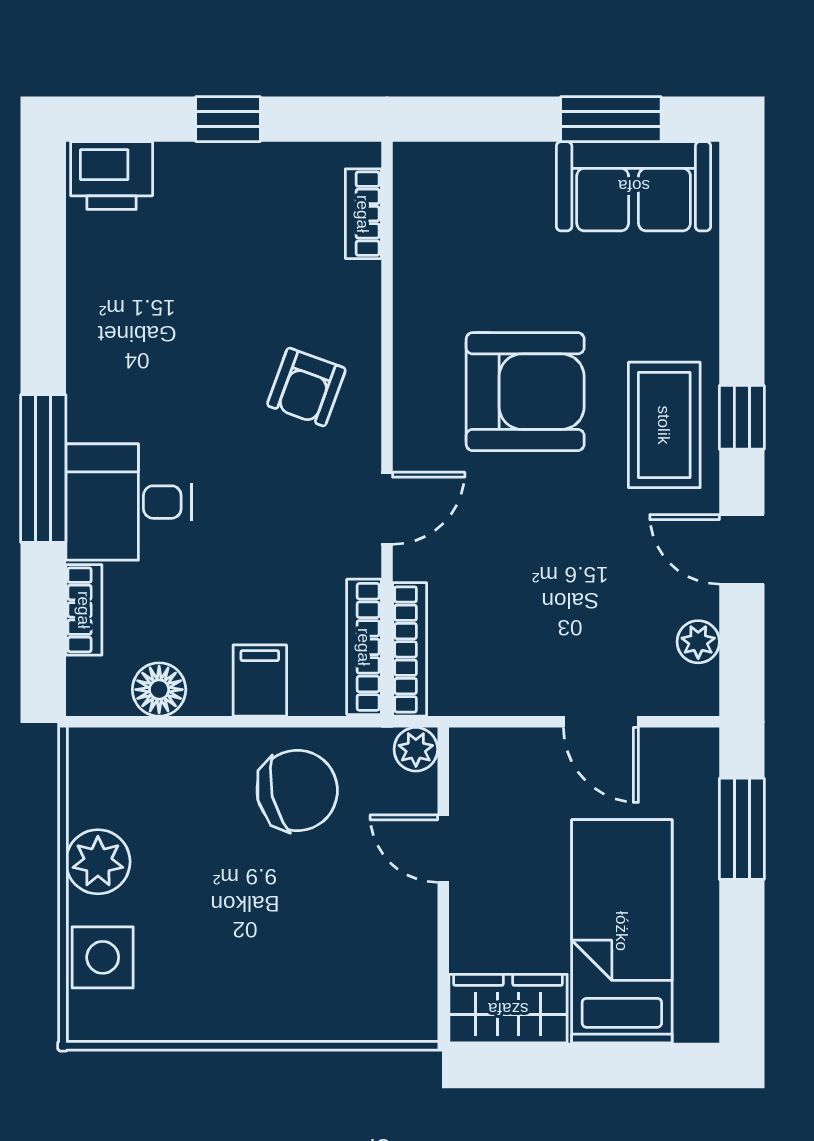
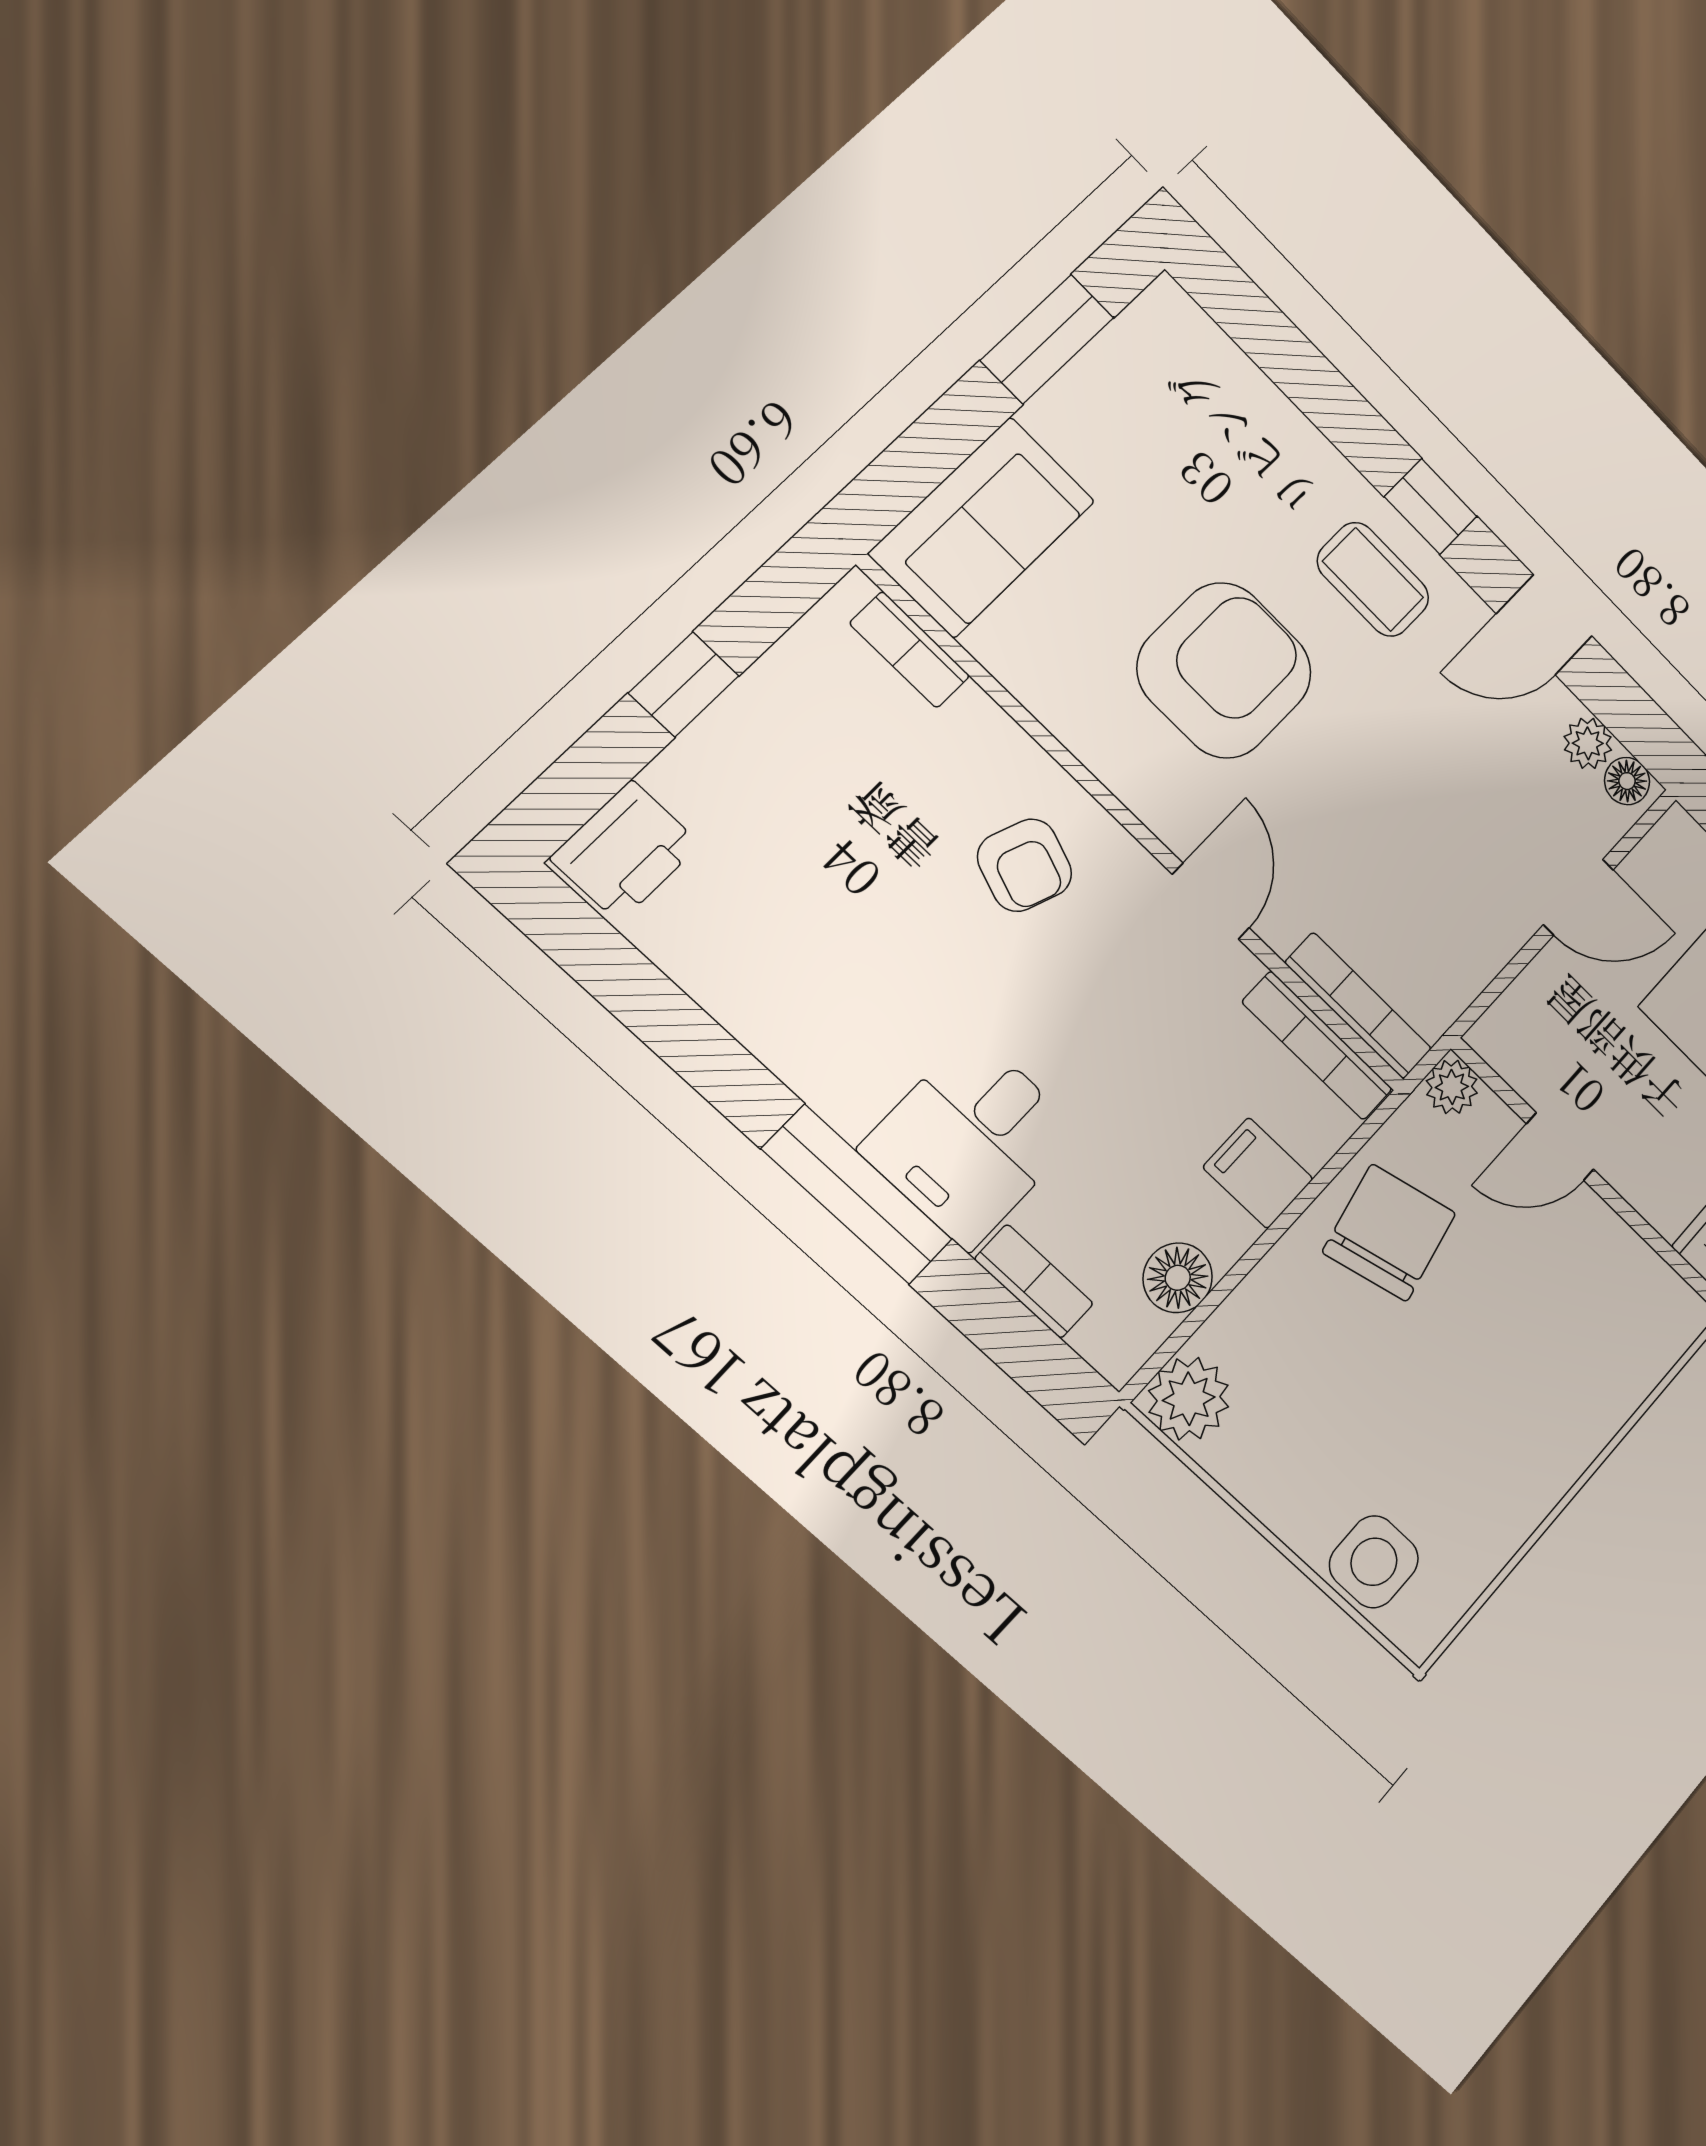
sofa: (634, 186) -> (982, 527), moved
coffee table: (664, 425) -> (1373, 579), width x0.73, depth x0.77
floor lamp: (700, 687) -> (1627, 781), added
plant: (98, 862) -> (1189, 1399), moved

